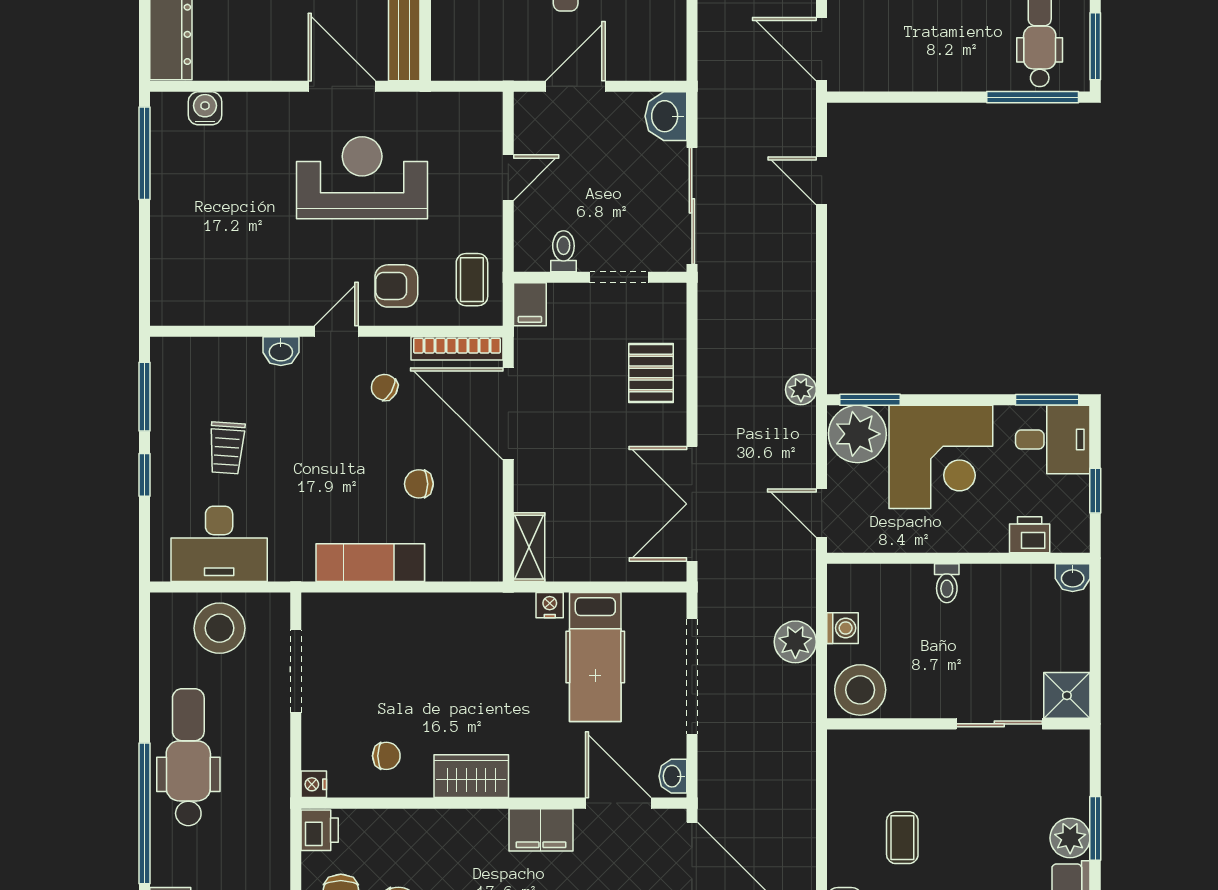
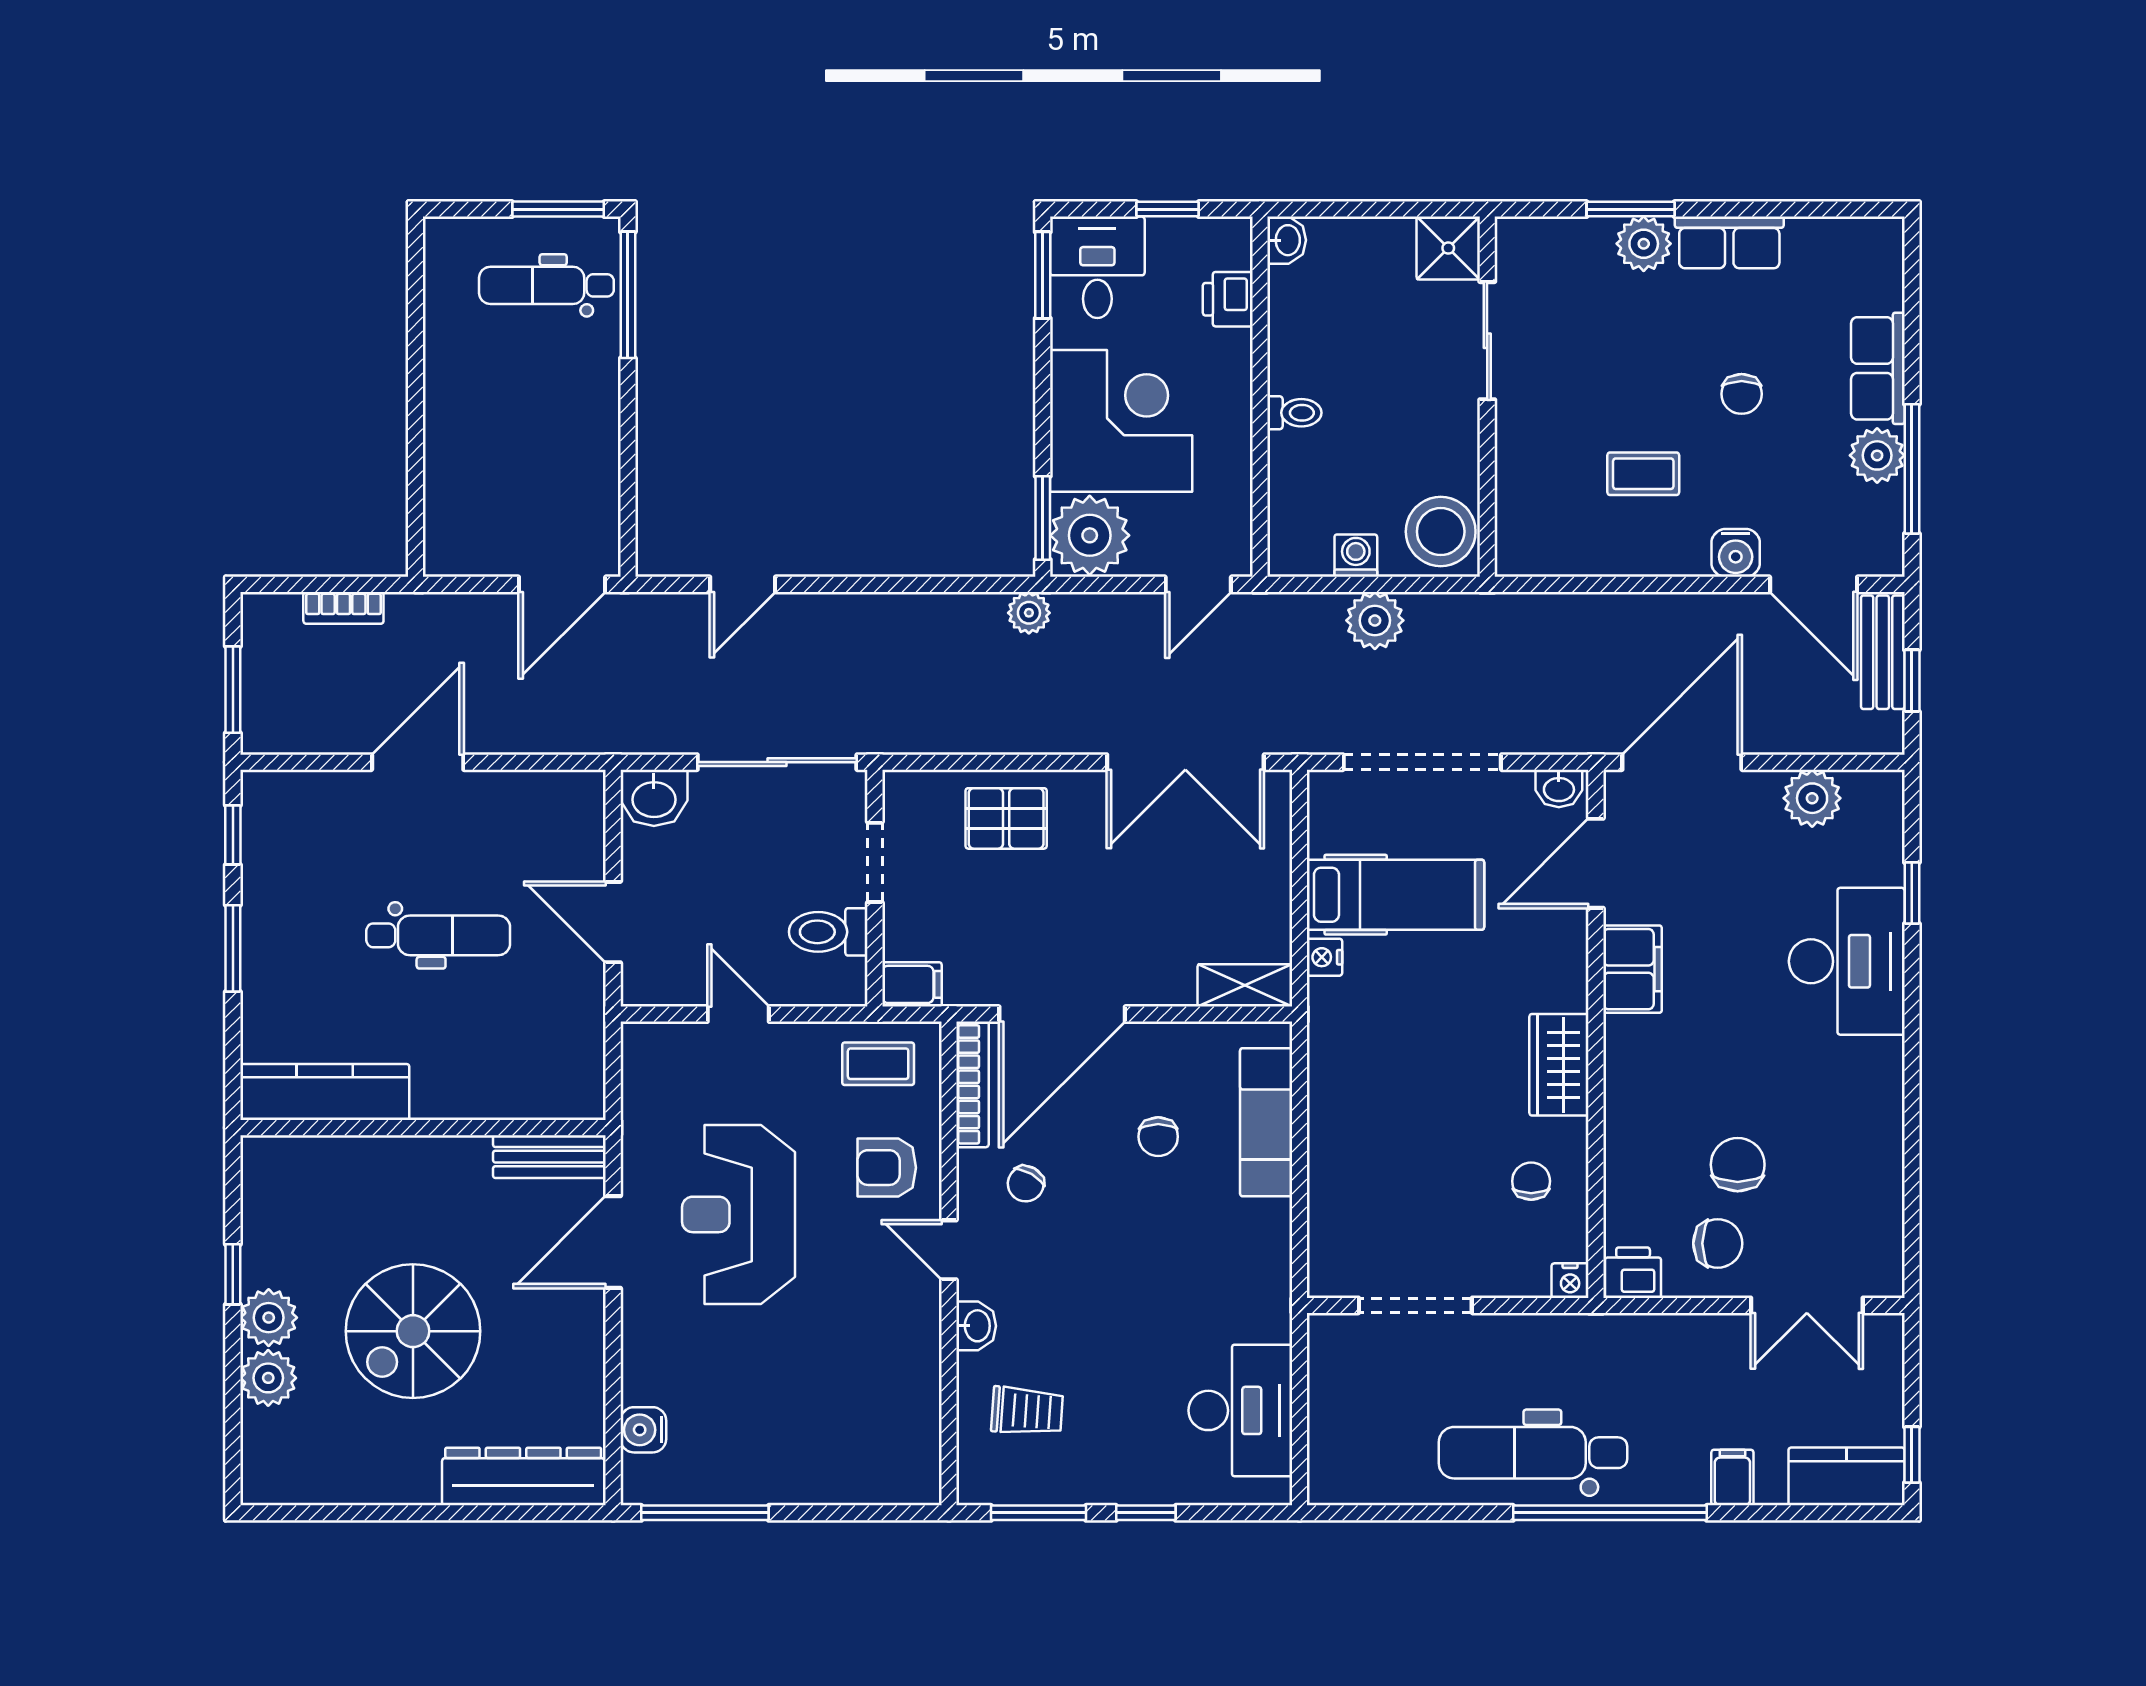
toilet: (563, 251) -> (828, 932), width x1.37, depth x1.39
armchair: (396, 286) -> (887, 1168), turned 90
trolley: (227, 448) -> (1027, 1411), moved
exam couch: (370, 563) -> (1266, 1122), moved
stool: (220, 628) -> (1356, 1410), removed

